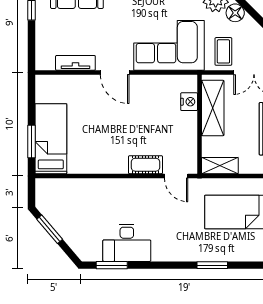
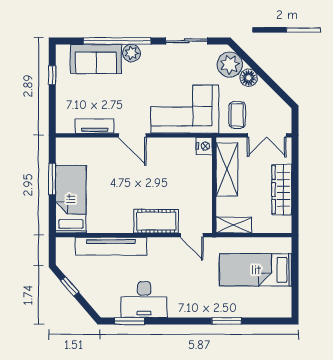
nightstand: (189, 102) -> (204, 146), moved
window: (31, 142) -> (52, 179), moved
cot: (145, 165) -> (156, 221), width x1.37, depth x1.34
tv unit: (93, 187) -> (111, 246), added
window: (50, 229) -> (70, 286), width x0.67

